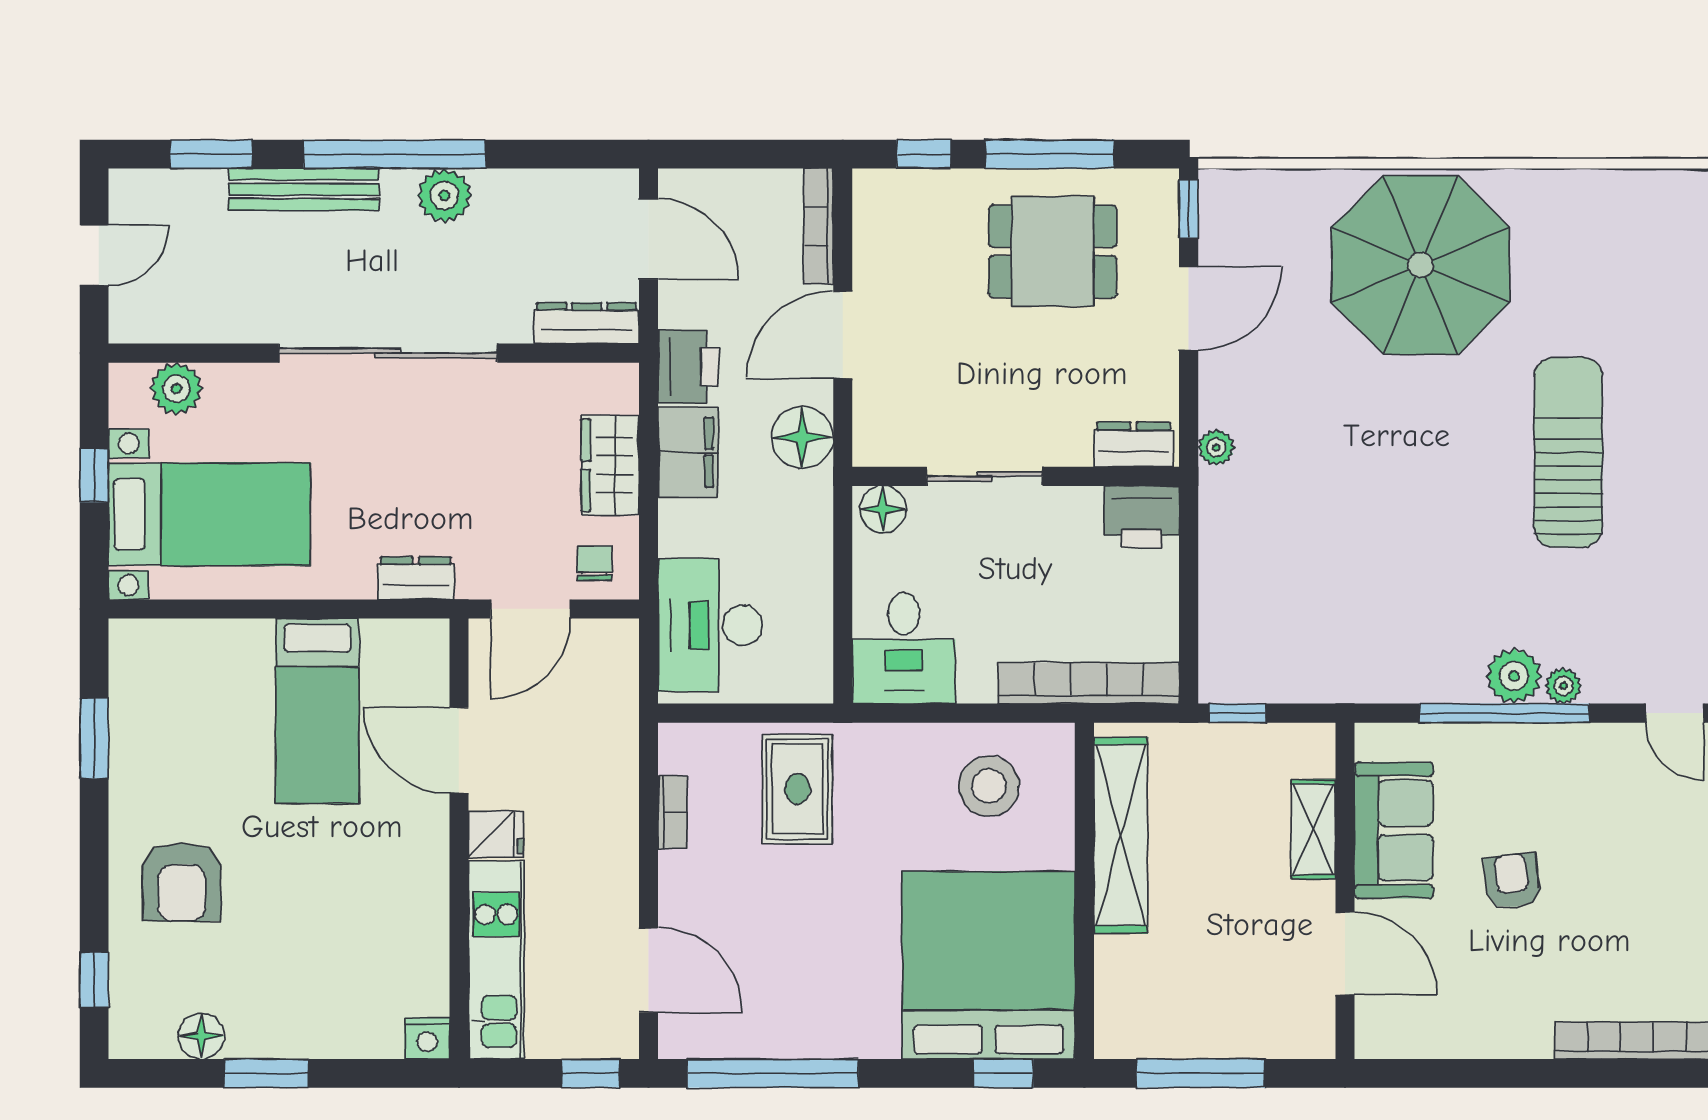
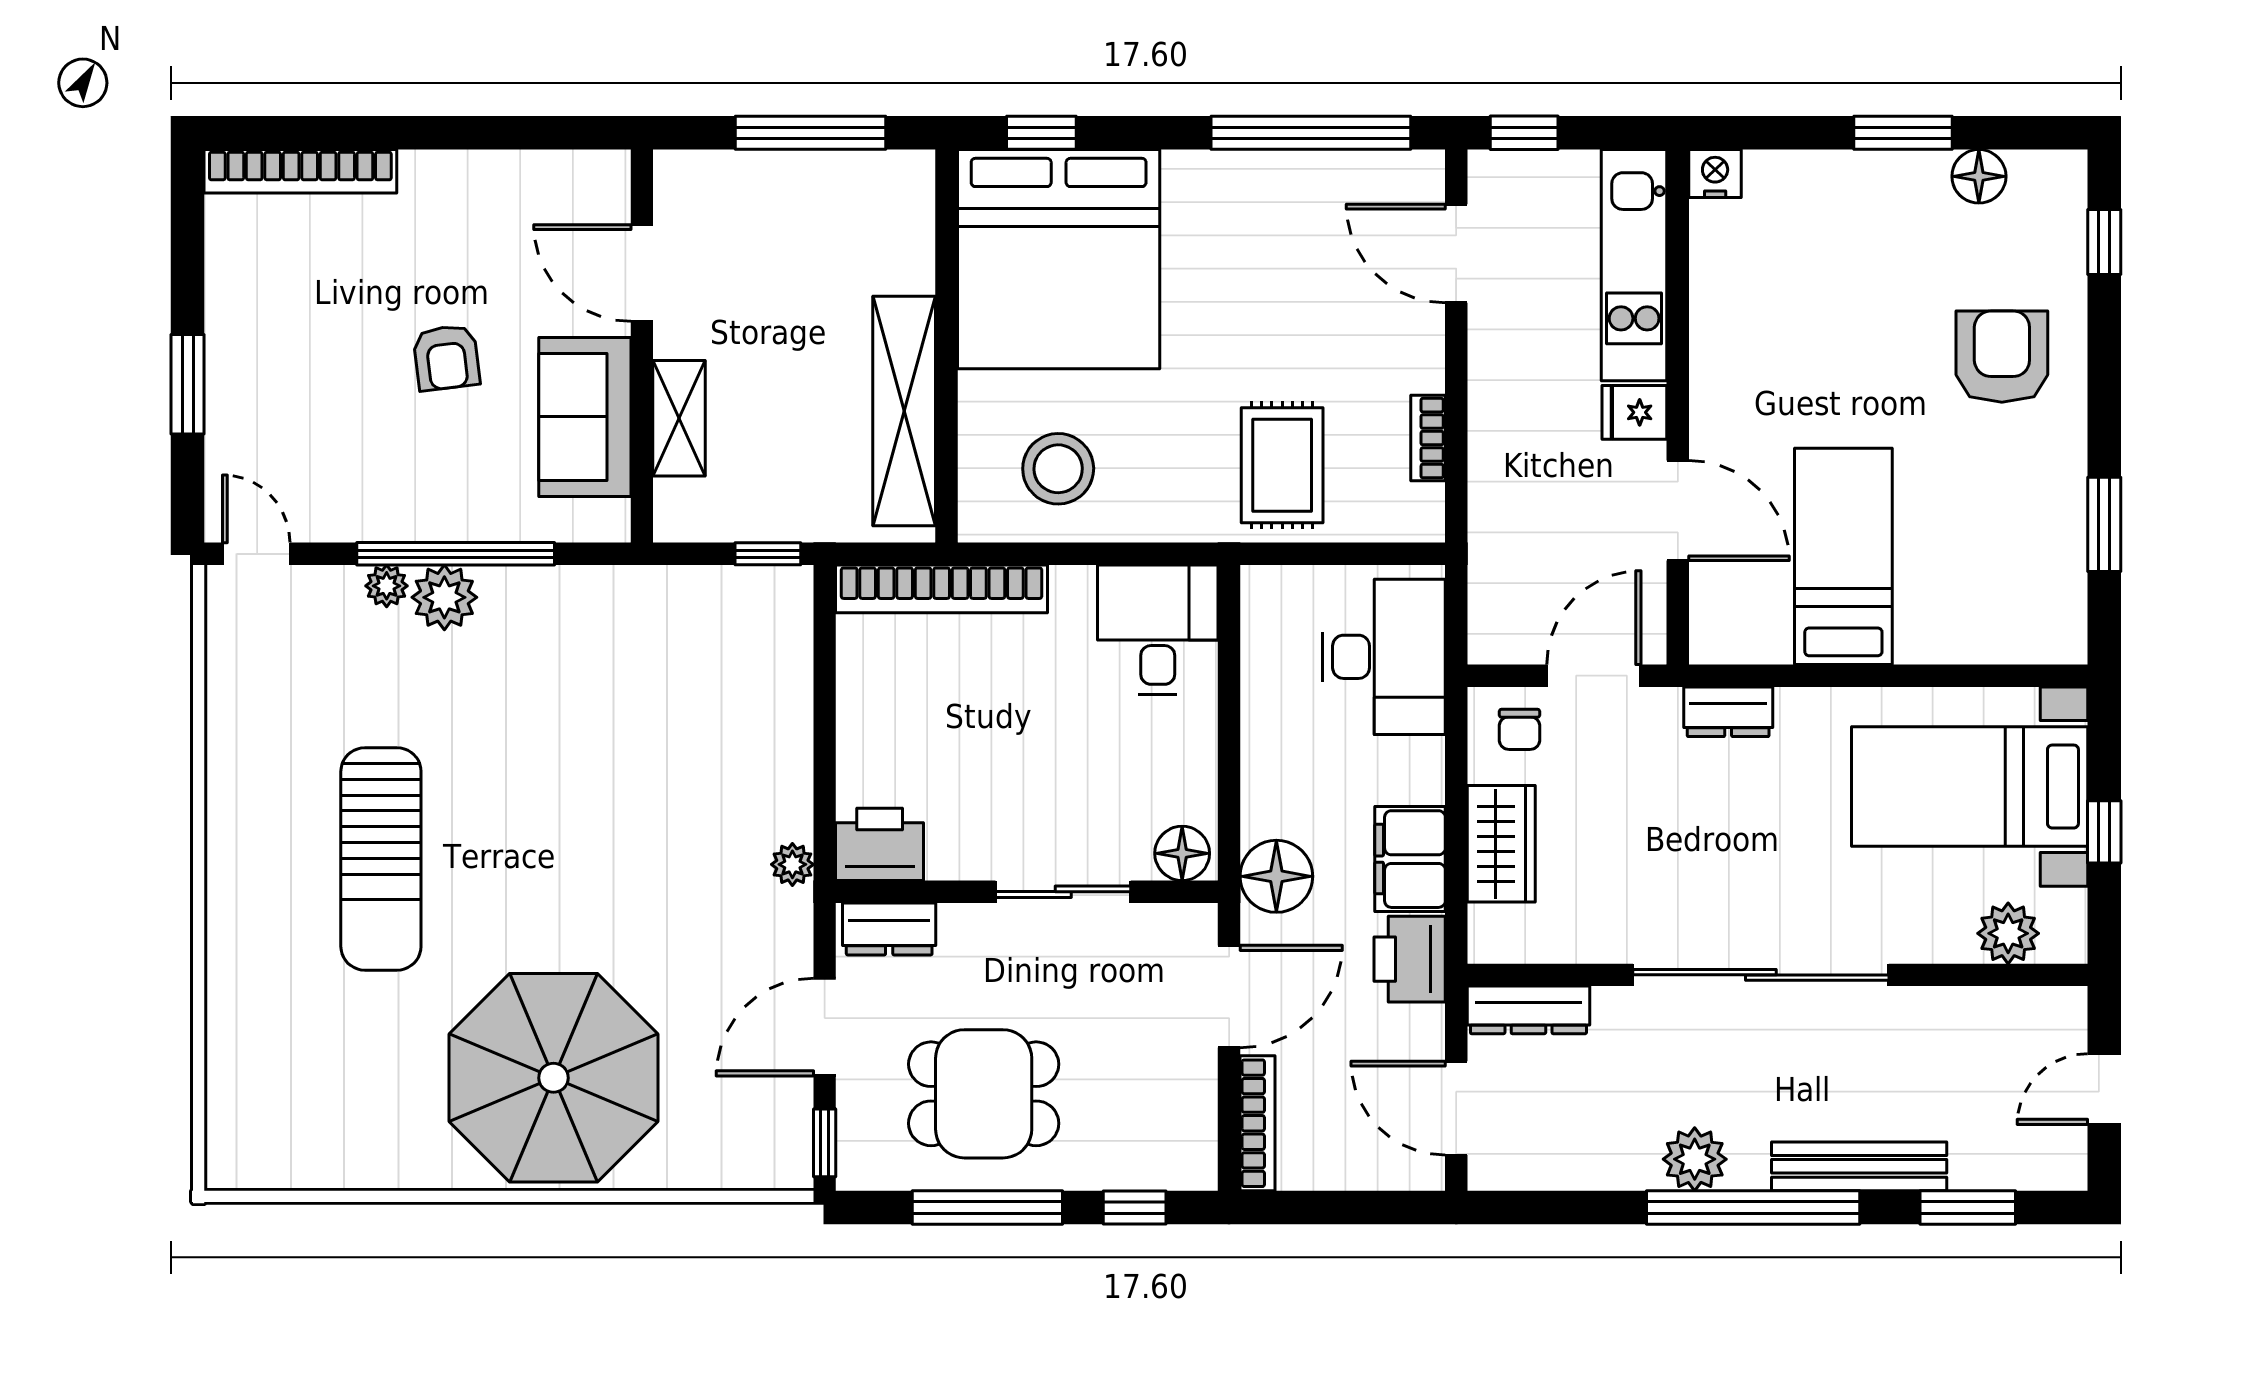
dresser: (1133, 444) -> (889, 929), moved
sliding door: (985, 476) -> (1063, 892), moved
wall: (1016, 476) -> (1027, 892), moved
floor lamp: (883, 509) -> (1182, 853), moved
printer: (1142, 517) -> (880, 844), moved

